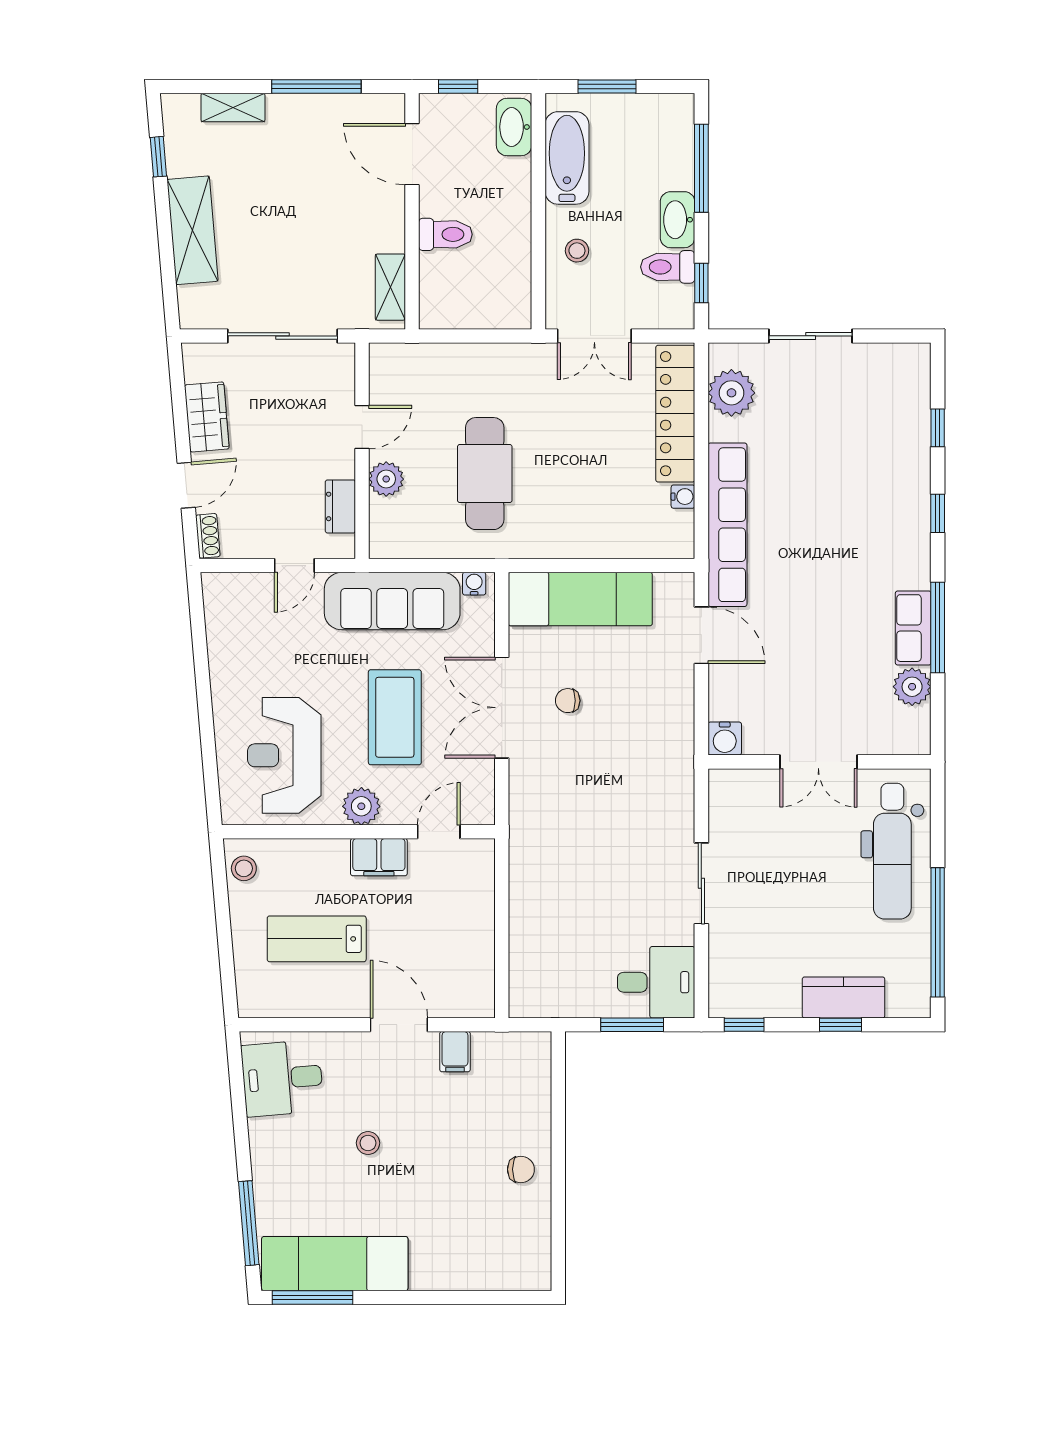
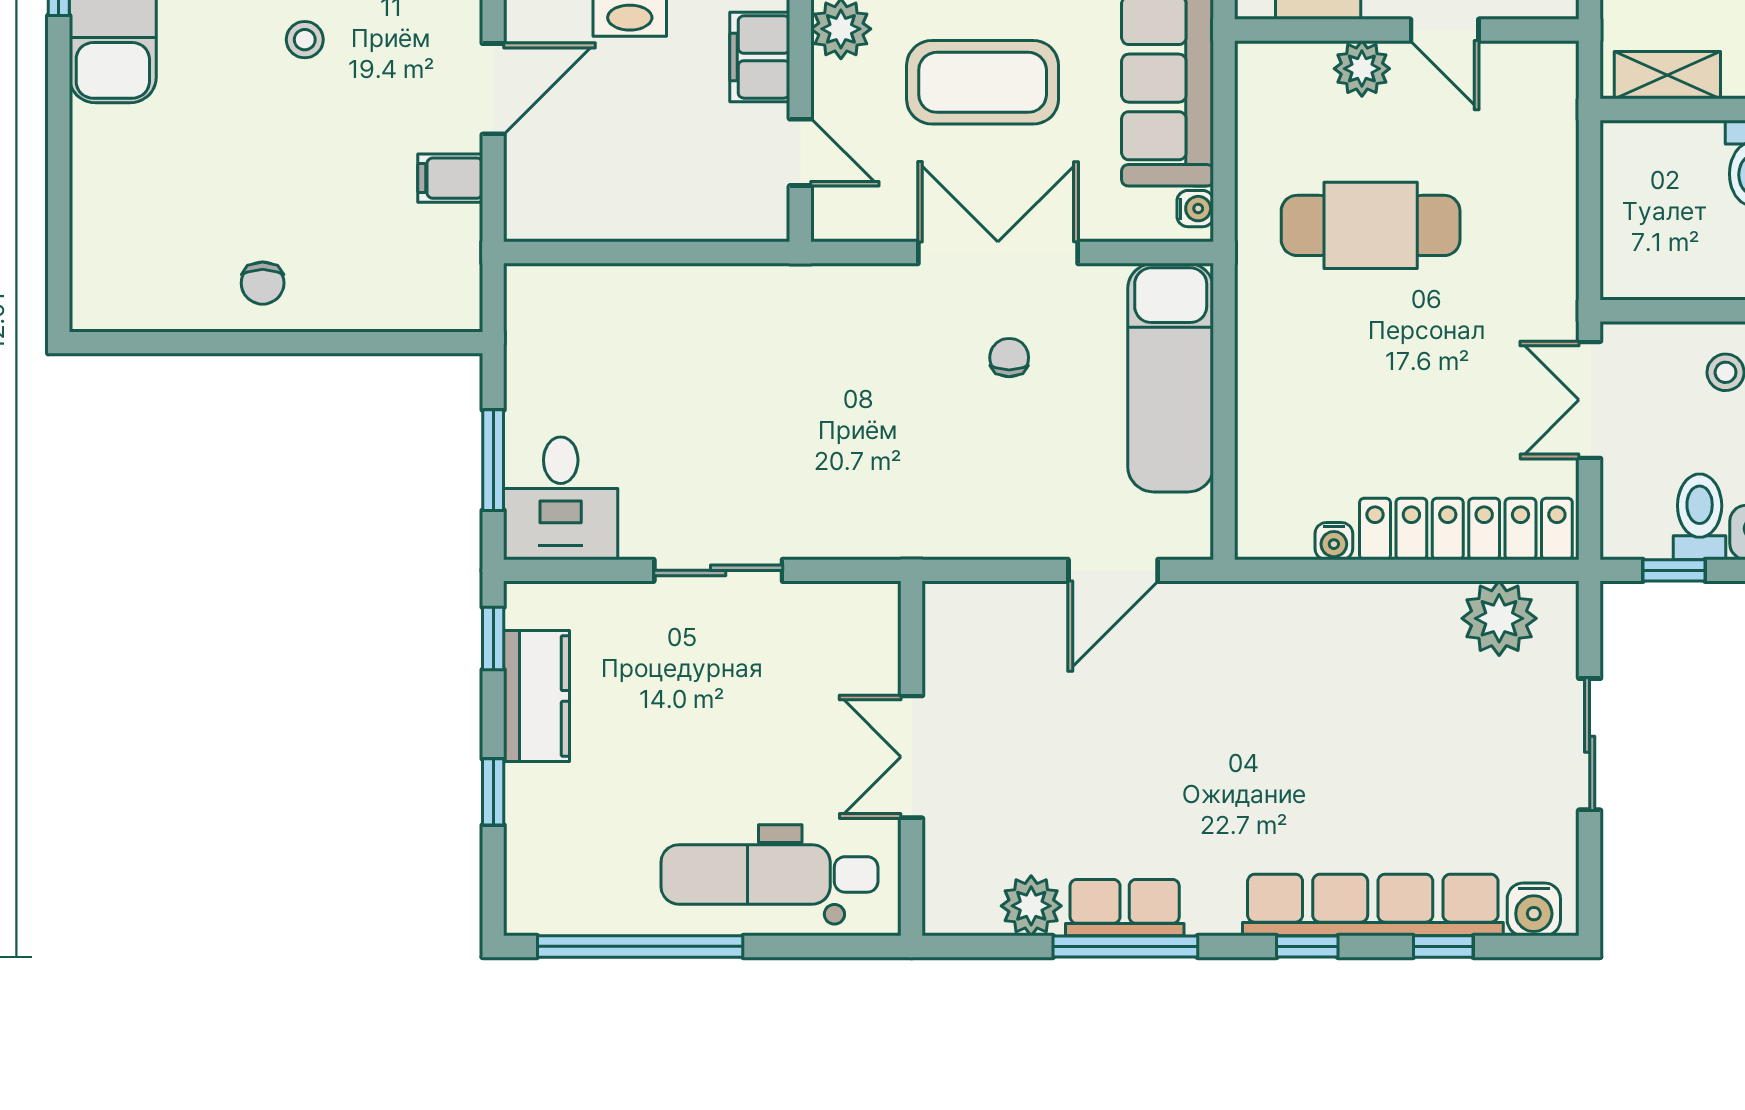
row of seats: (727, 525) -> (1373, 905), moved, turned 180
water cooler: (725, 739) -> (1534, 909), moved, turned -90
kitchen counter: (844, 997) -> (536, 696), moved

